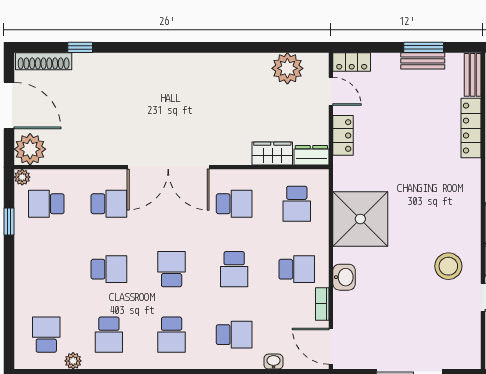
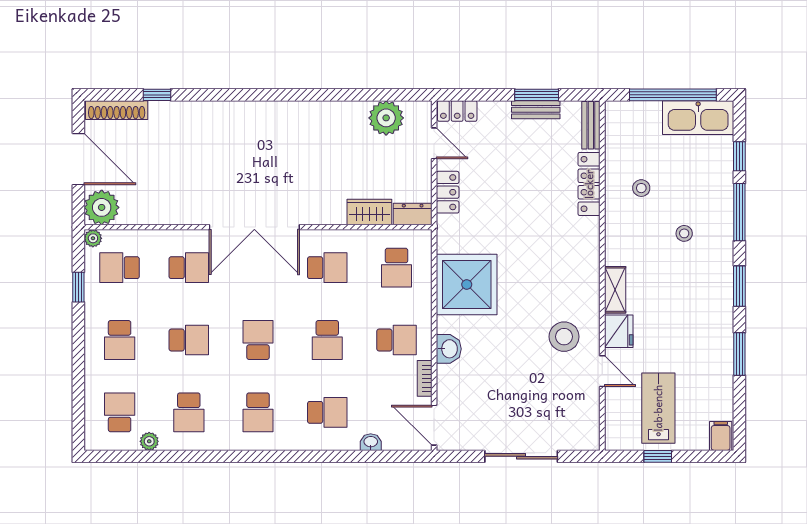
school desk: (46, 269) -> (120, 340), added

